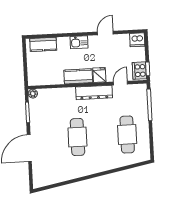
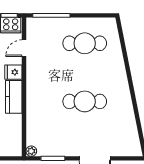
door: (120, 83) -> (24, 48), hinge flipped
dresser: (94, 92) -> (34, 79), removed

